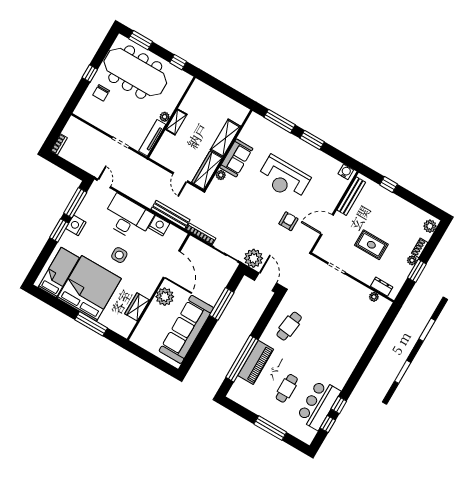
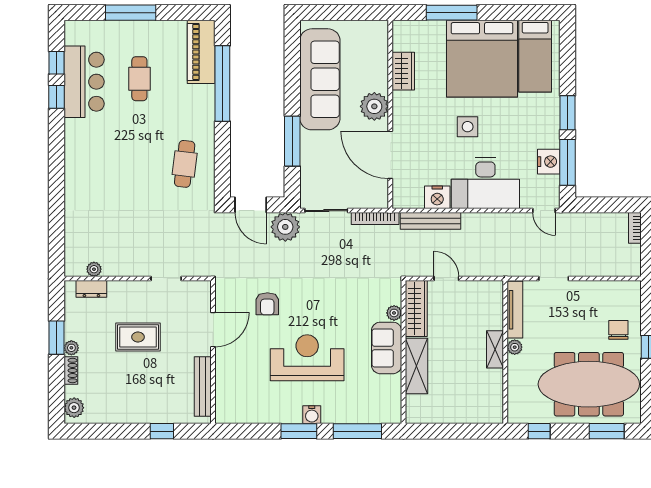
water cooler: (346, 172) -> (312, 415), moved
nightstand: (76, 225) -> (549, 162), moved
piano: (256, 362) -> (201, 52), moved

